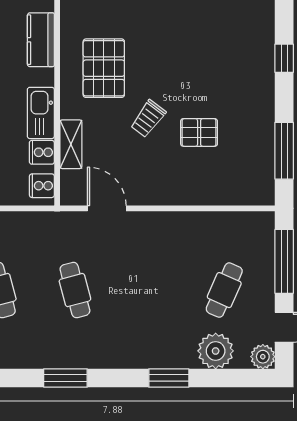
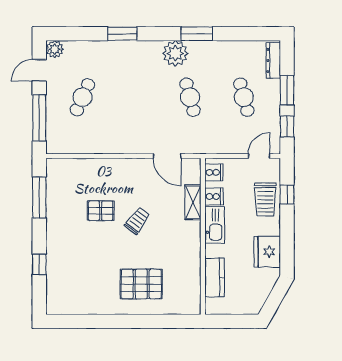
pallet: (104, 68) -> (141, 284), moved, turned 90
plant: (216, 351) -> (175, 53), moved

